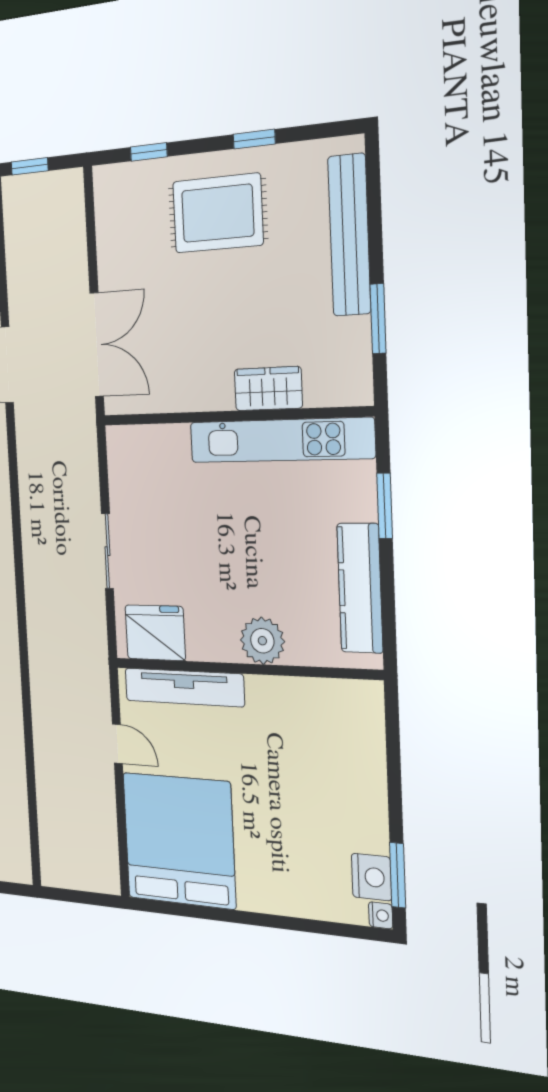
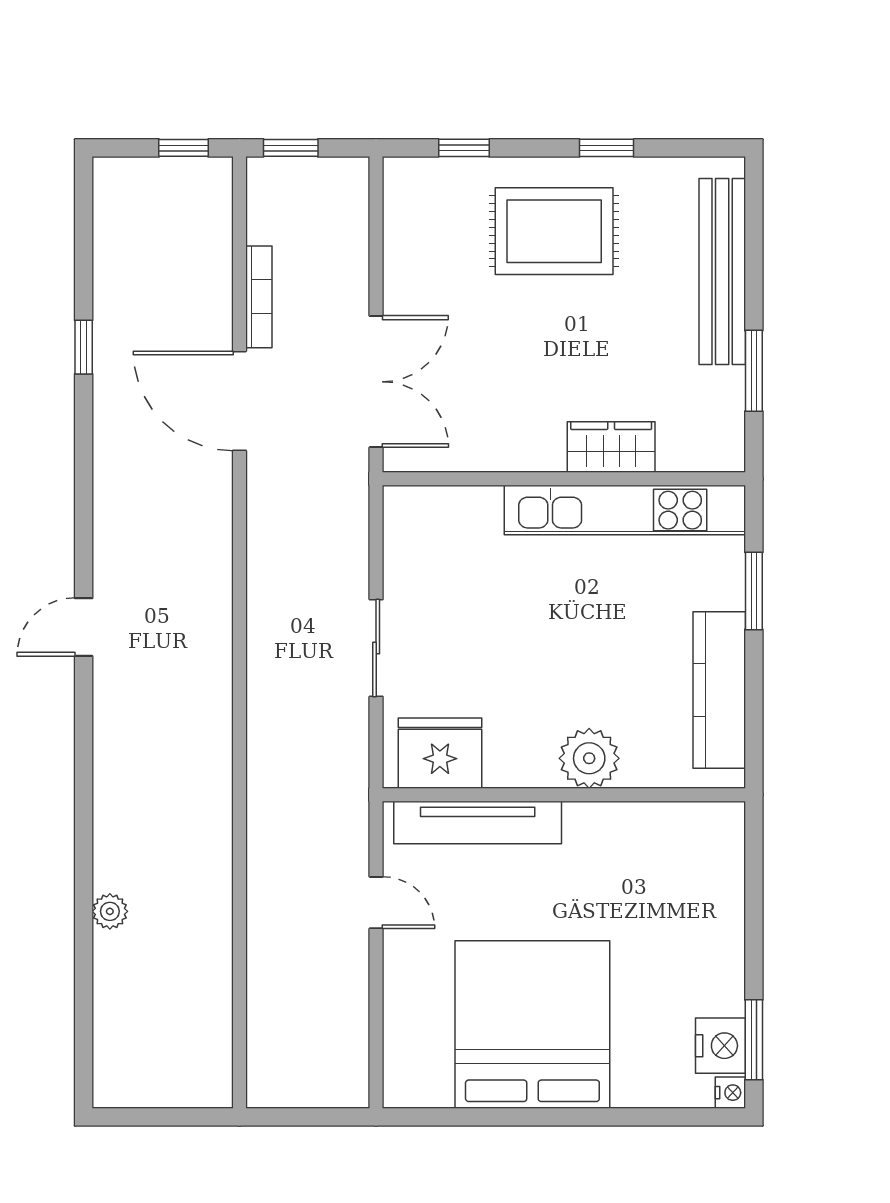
bookcase: (15, 284) -> (259, 297), added
bed: (179, 840) -> (532, 1024), moved

